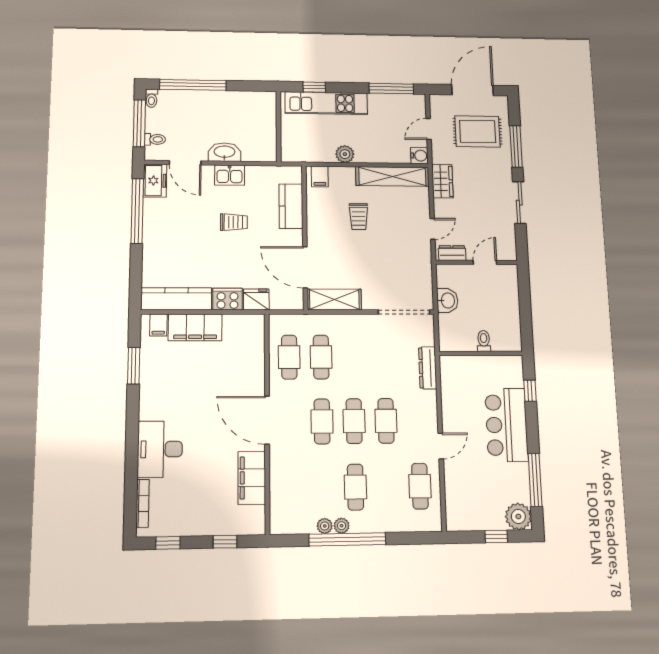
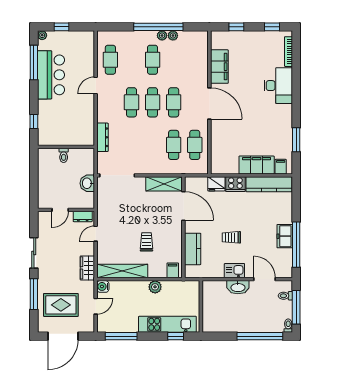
freezer: (155, 181) -> (285, 236), moved
bar counter: (507, 425) -> (51, 75), moved
plant: (518, 516) -> (42, 35), width x0.53, depth x0.53

